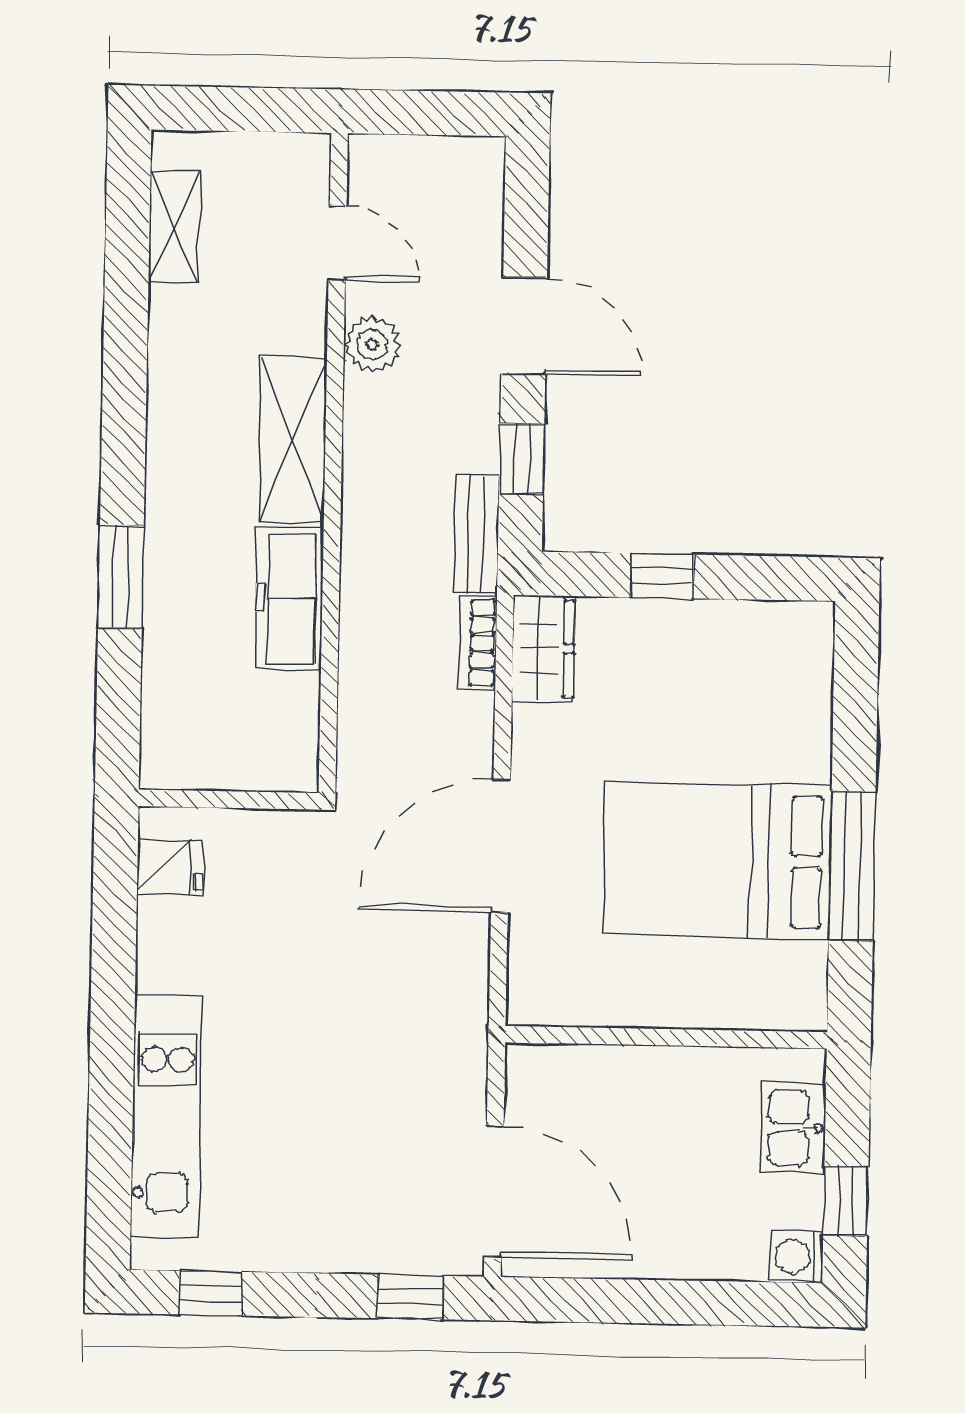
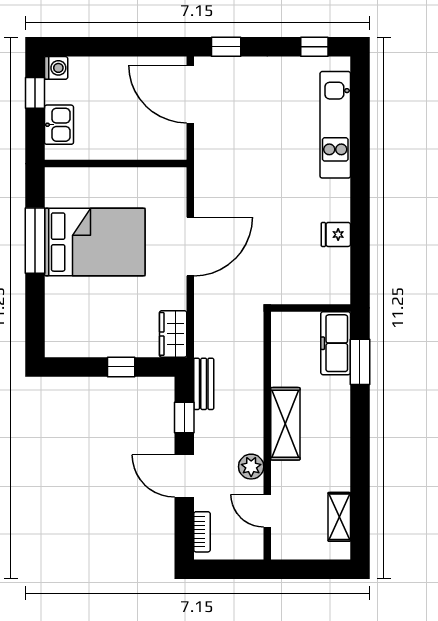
freezer: (289, 598) -> (336, 343), moved, turned 180
bookcase: (478, 643) -> (202, 532), moved
wall: (229, 800) -> (311, 308), moved

